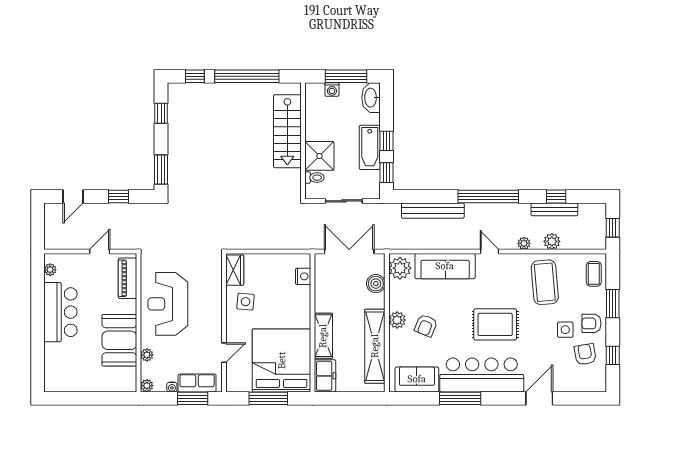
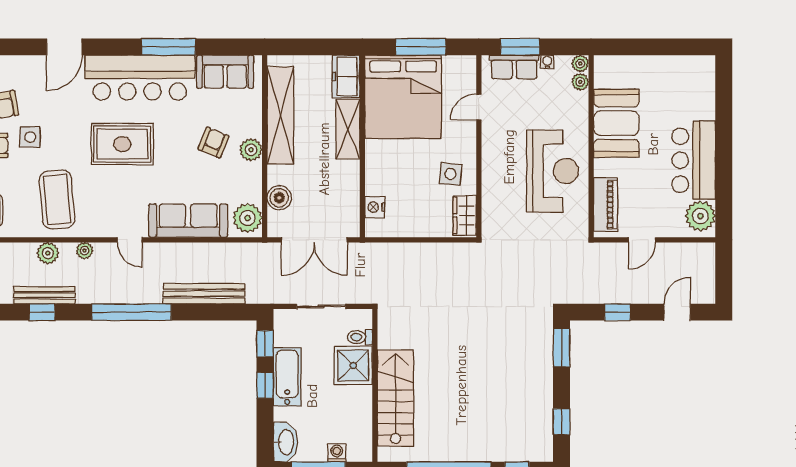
plant: (50, 270) -> (700, 216), width x1.87, depth x1.87
plant: (147, 355) -> (580, 82), moved

